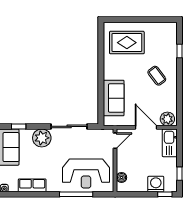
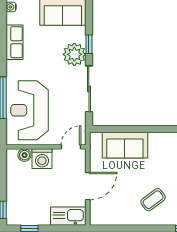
plant: (167, 119) -> (98, 213), removed
window: (19, 126) -> (89, 44), moved
door: (115, 141) -> (71, 147), swing flipped
washing machine: (156, 184) -> (42, 159), moved, turned 90

